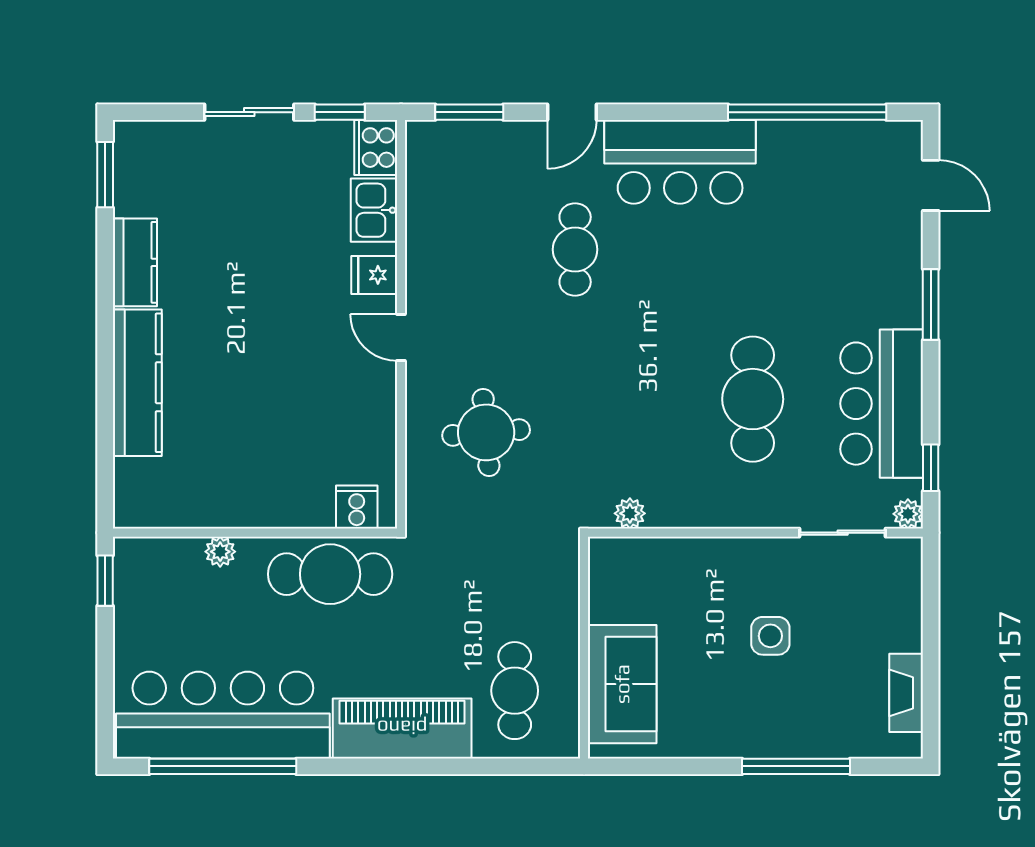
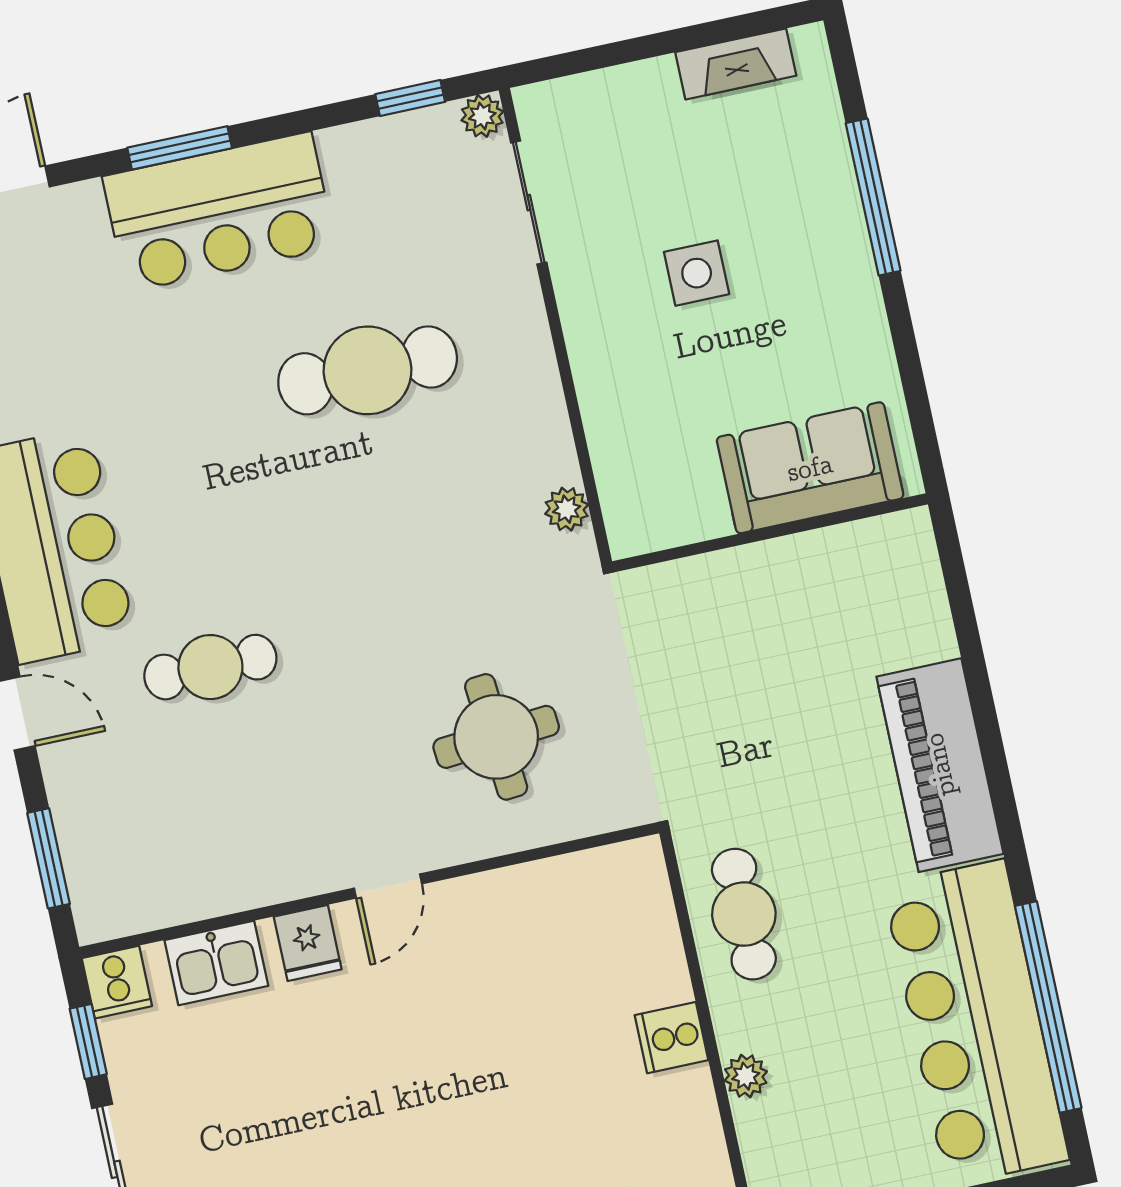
cooker: (376, 148) -> (117, 982), width x0.73
bar counter: (882, 404) -> (219, 212), moved
cooker: (357, 507) -> (671, 1038), moved
cafe table: (330, 574) -> (744, 914), width x0.73, depth x0.74
cafe table: (515, 691) -> (852, 618), removed

